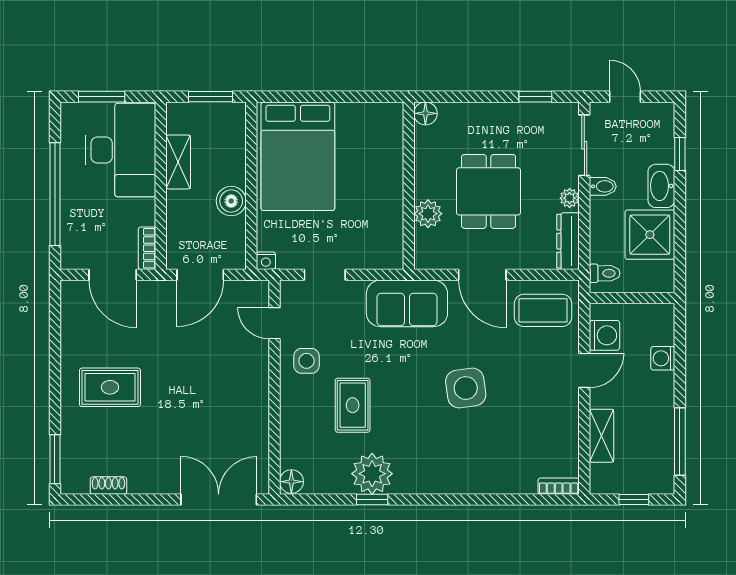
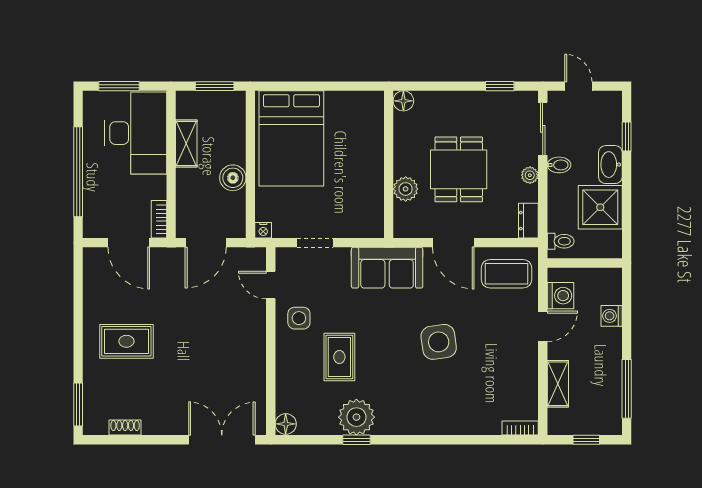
dresser: (568, 241) -> (528, 221), width x0.70

